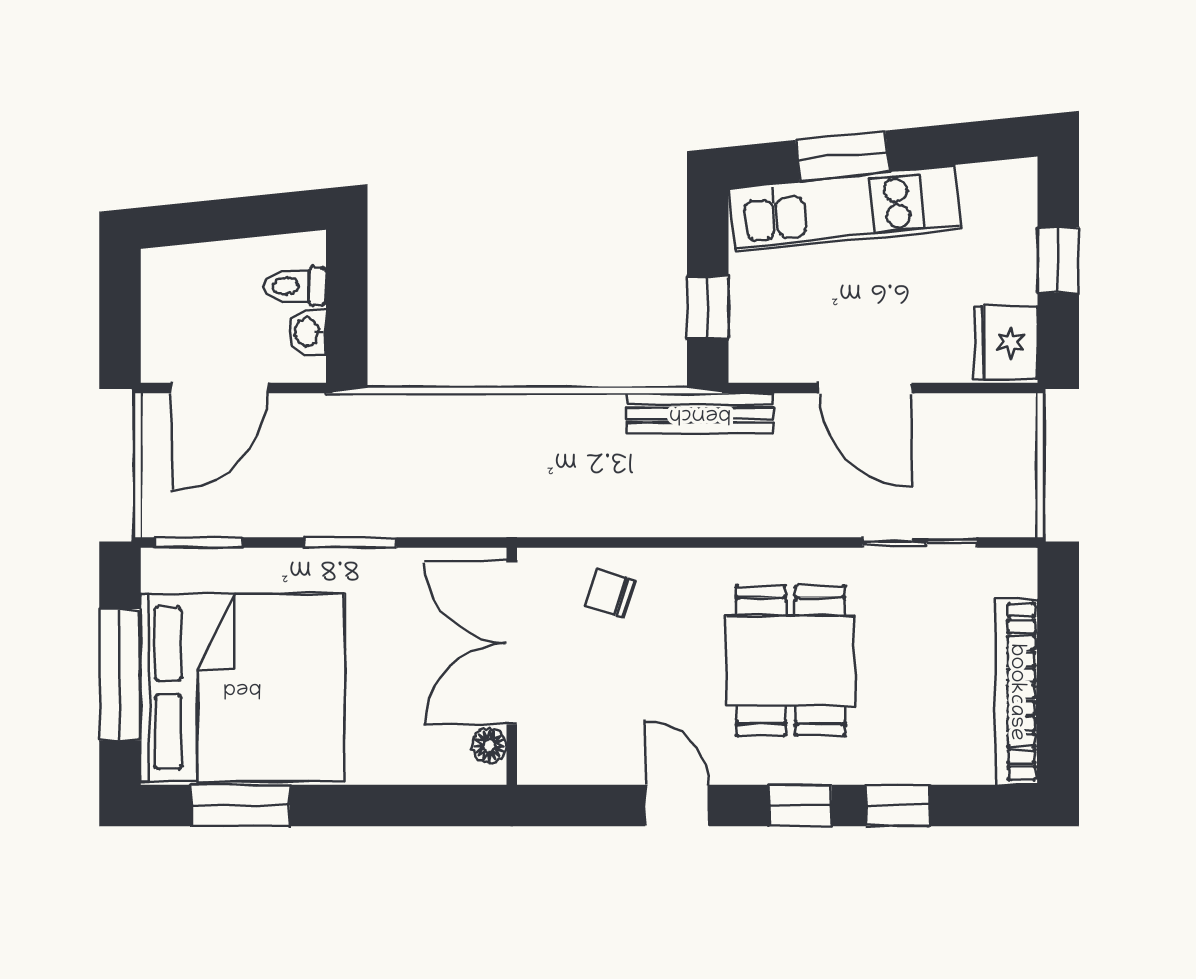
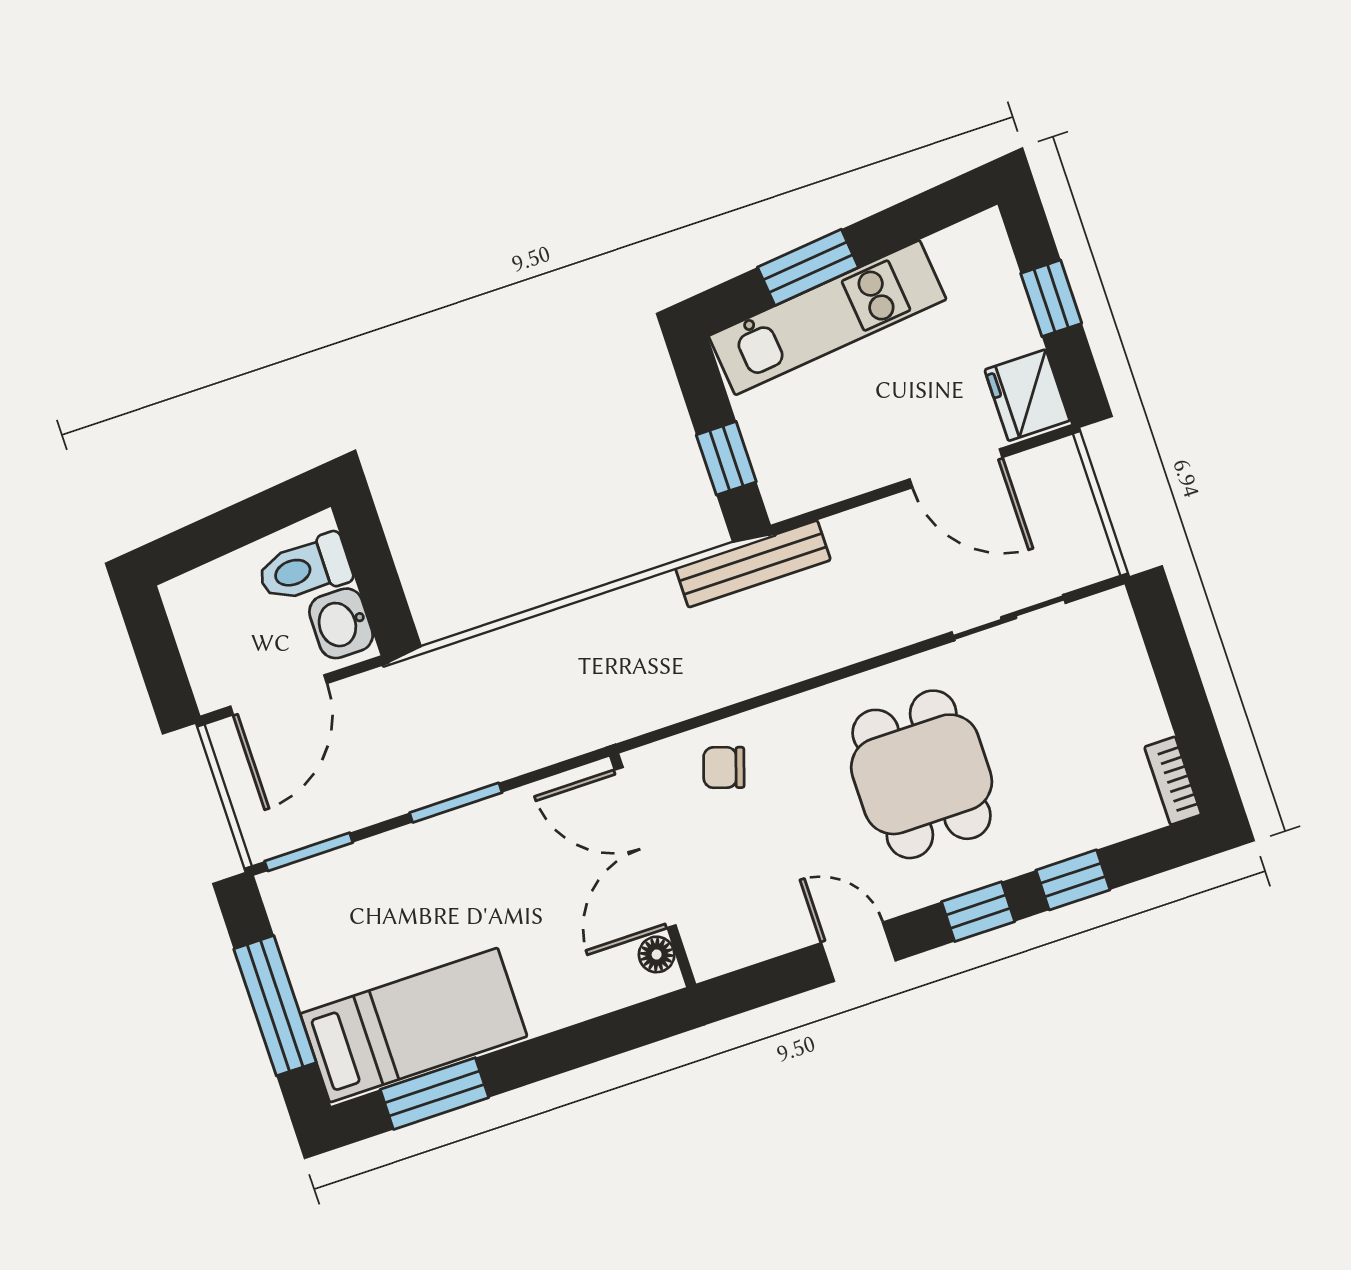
toilet: (295, 286) -> (305, 569), width x1.37, depth x1.39
washbasin: (308, 332) -> (341, 623), width x1.38, depth x1.45
door: (865, 388) -> (956, 468), moved
bed: (242, 688) -> (414, 1025), width x0.49
bookcase: (1016, 692) -> (1173, 781), width x0.43, depth x0.76

